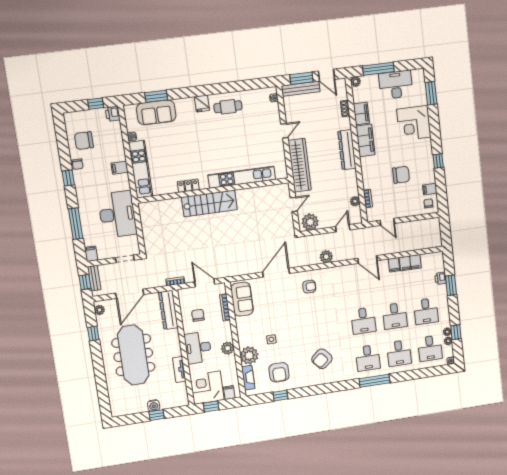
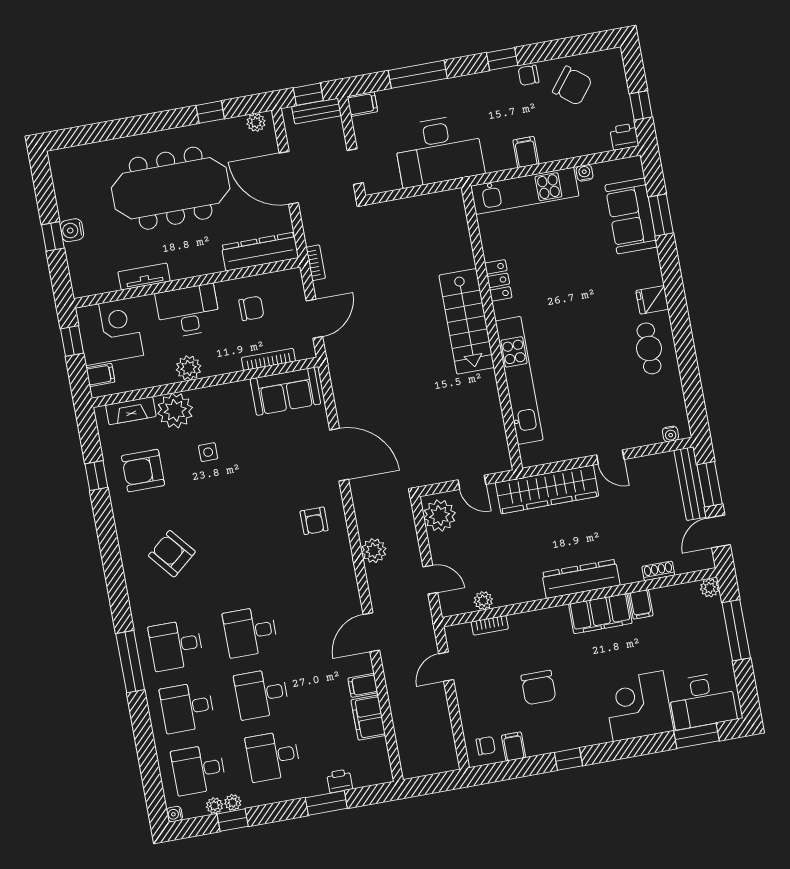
desk: (396, 85) -> (702, 701), moved, turned 90
filing cabinet: (361, 113) -> (641, 604), width x0.50
chair: (84, 141) -> (572, 86), turned 128

